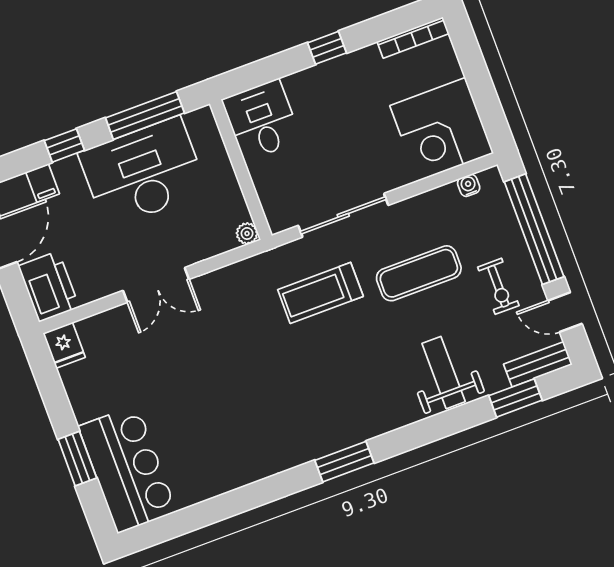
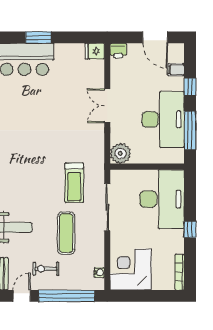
desk: (262, 120) -> (162, 199), width x1.87, depth x1.30
plant: (247, 233) -> (120, 153), width x1.87, depth x1.87
printer: (49, 287) -> (118, 51), width x0.53, depth x0.68
treadmill: (320, 293) -> (74, 183), turned 180

